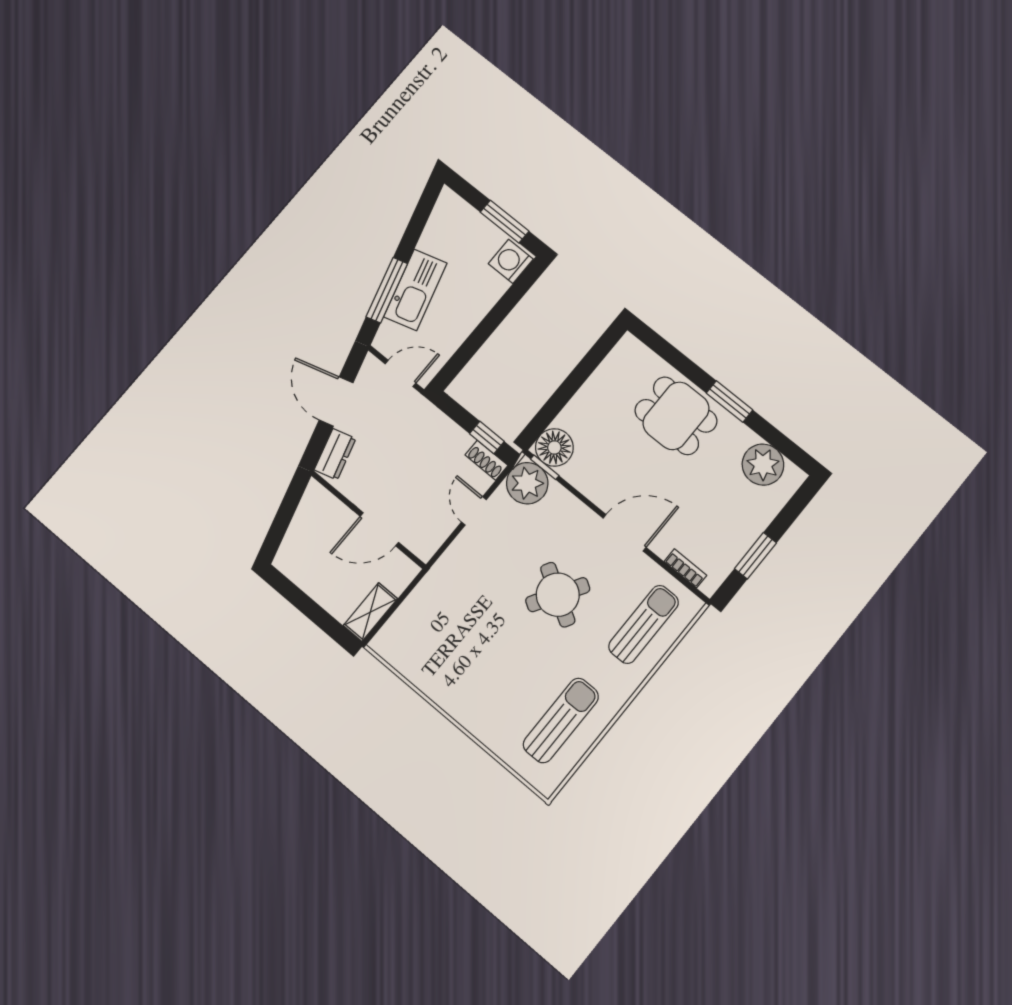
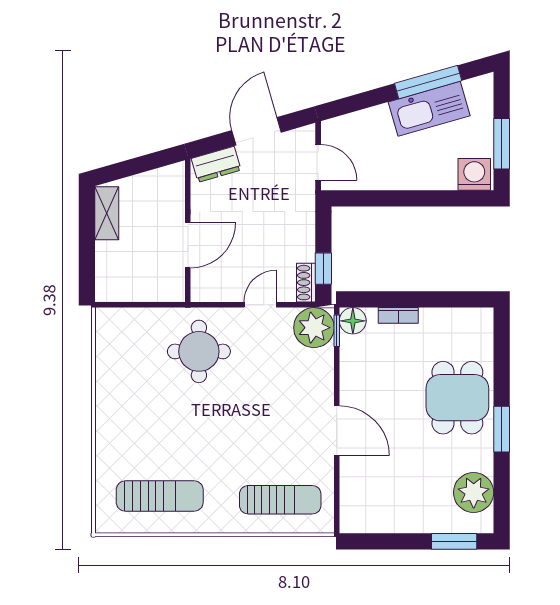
window: (387, 290) -> (428, 82), moved
kitchen sink: (415, 290) -> (429, 109), moved
floor lamp: (554, 447) -> (353, 321), width x0.73, depth x0.73
door: (379, 529) -> (188, 245), swing flipped
window: (755, 556) -> (454, 541), moved
bookcase: (685, 568) -> (398, 315), moved, turned 90
round table: (558, 595) -> (199, 351), moved, turned -31
shelving: (370, 612) -> (107, 213), moved, turned 90

